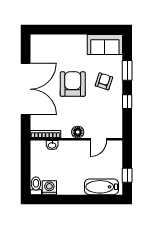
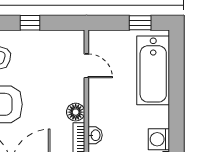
floor lamp: (78, 132) -> (76, 112), moved
bathtub: (101, 187) -> (153, 70), width x1.36, depth x1.36

